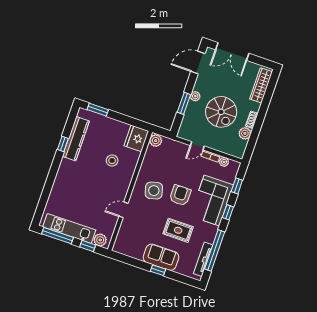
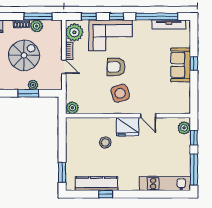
plant: (195, 96) -> (33, 85), moved
fridge: (136, 138) -> (127, 127), moved
window: (253, 138) -> (38, 16), added
plant: (224, 162) -> (74, 32), width x1.88, depth x1.88
kitchen unit: (69, 228) -> (165, 184), moved, turned 90
rug: (178, 230) -> (150, 57), removed

